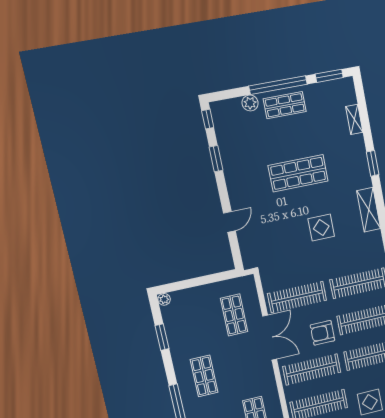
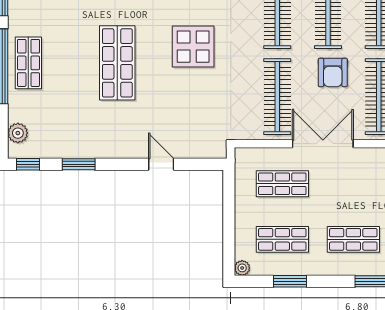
plant: (250, 103) -> (18, 133), moved
display table: (321, 227) -> (193, 47), width x1.36, depth x1.36
shop shelf: (193, 324) -> (282, 239), added

